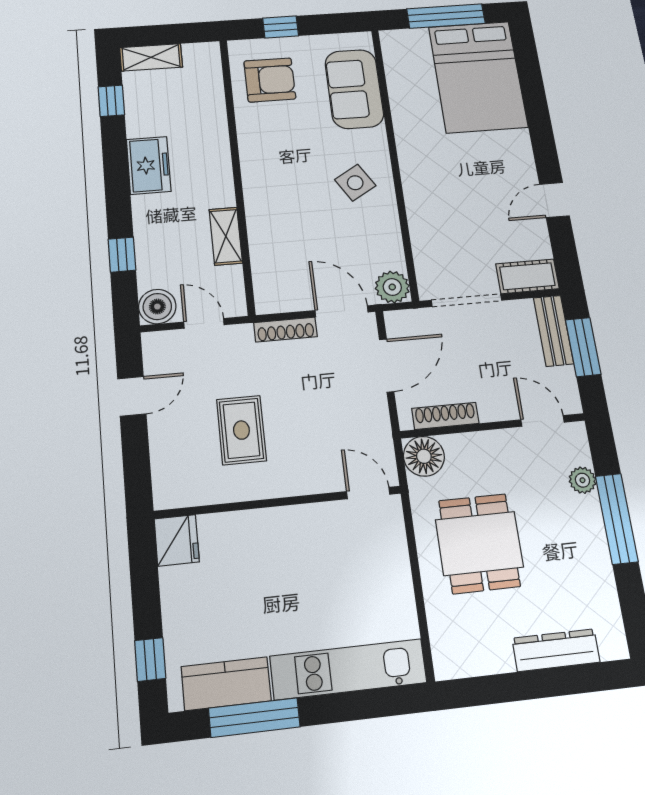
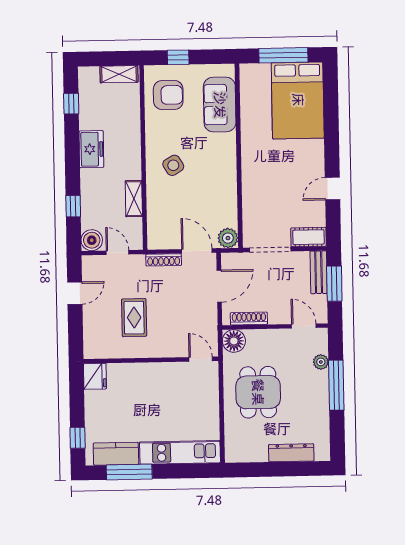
shelving: (151, 57) -> (119, 74), moved
side table: (355, 183) -> (173, 165), moved

